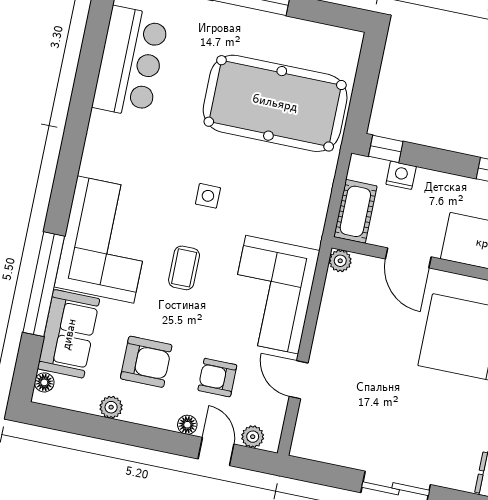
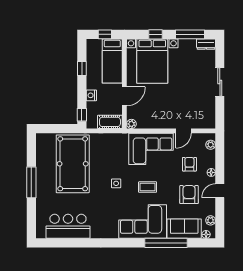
nightstand: (401, 175) -> (91, 95), moved
armchair: (217, 378) -> (189, 164), turned 180
plant: (111, 407) -> (211, 220), moved
door: (216, 452) -> (220, 191), moved

